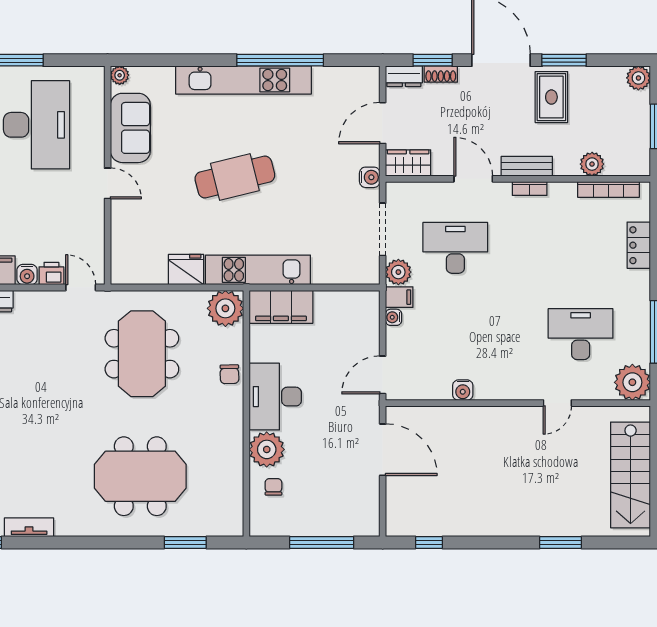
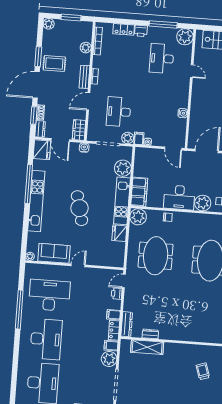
fridge: (358, 84) -> (42, 150), added
plant: (331, 266) -> (123, 168), added
water cooler: (27, 275) -> (116, 305), removed
printer: (638, 284) -> (141, 31), added
meeting table: (142, 354) -> (156, 256), turned 90

